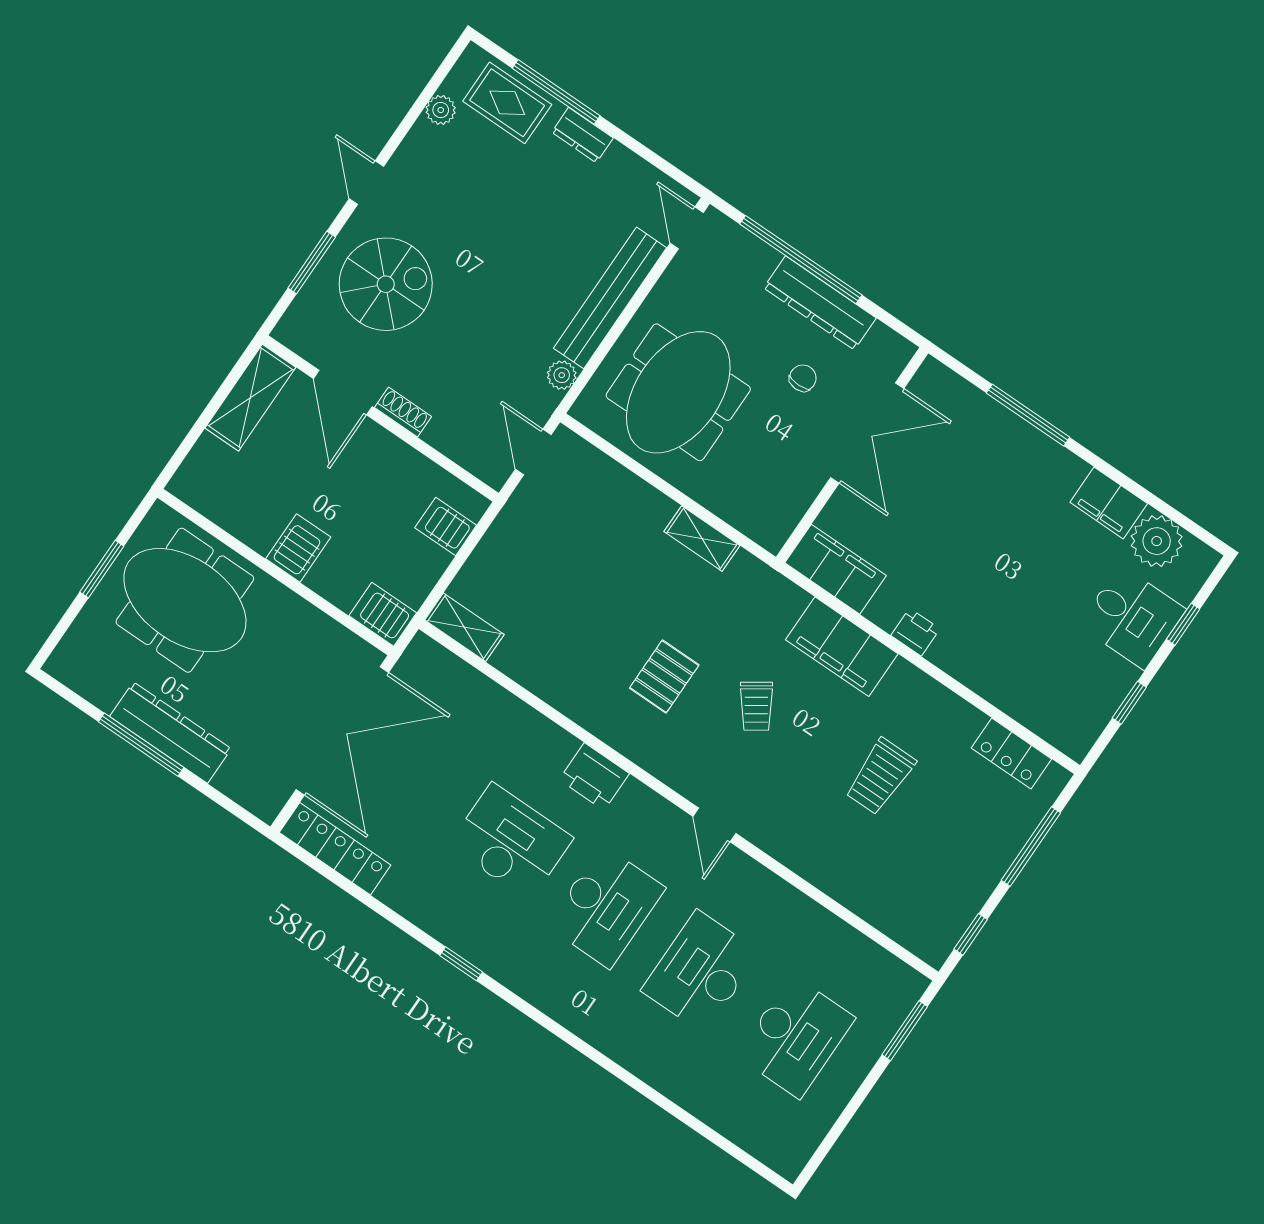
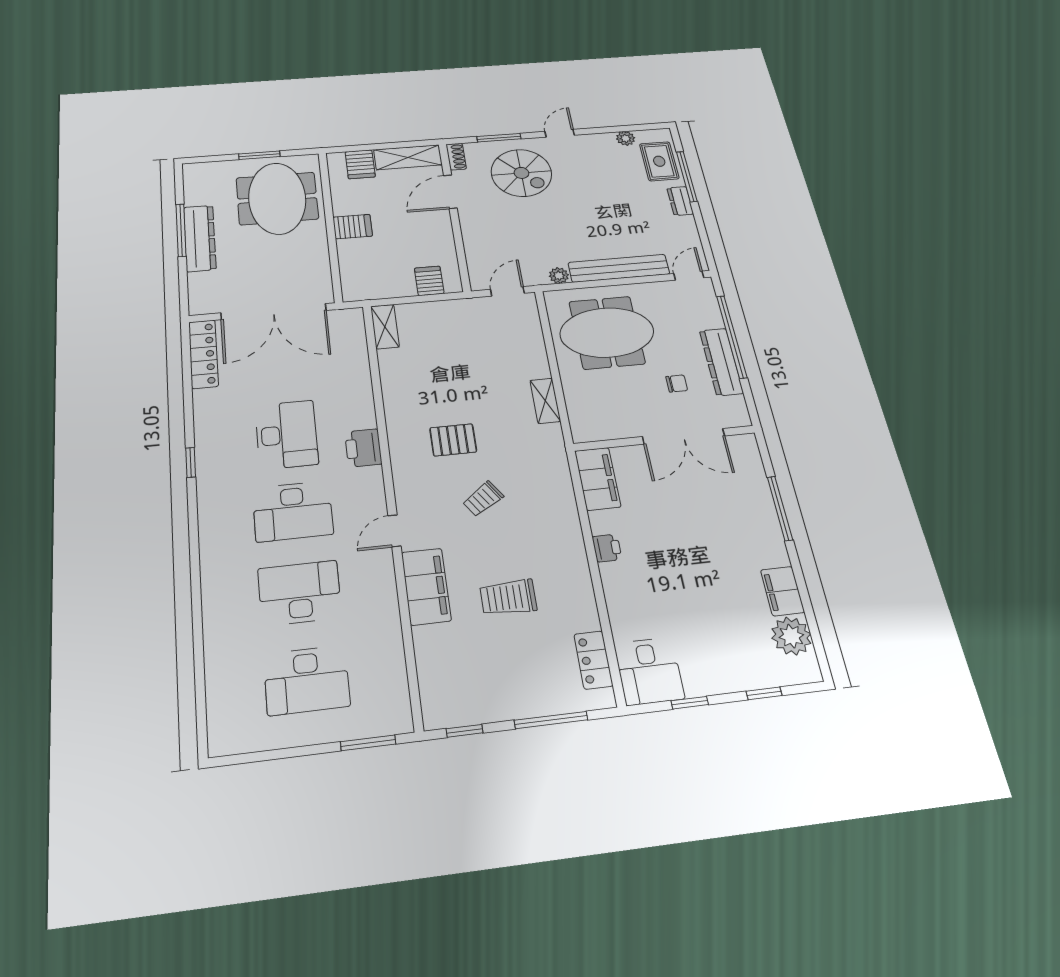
shoe rack: (403, 412) -> (456, 157), moved
server rack: (383, 614) -> (360, 164), moved, turned 180
desk: (1132, 617) -> (649, 671), moved
filing cabinet: (842, 647) -> (426, 586), moved, turned 180

